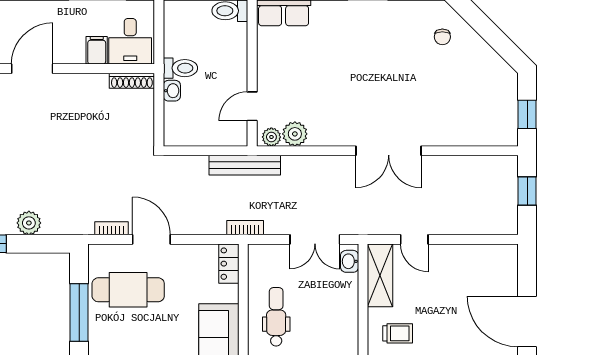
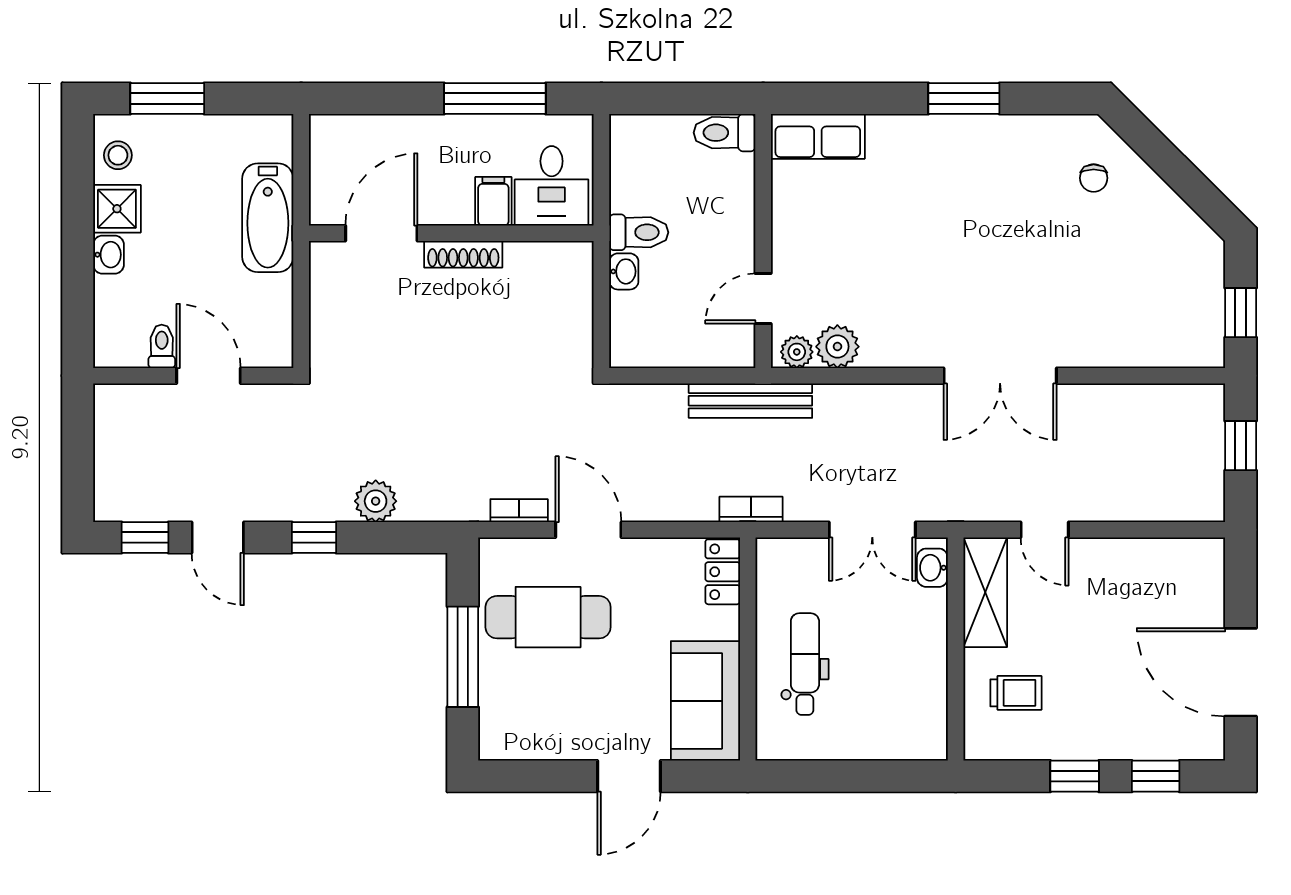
shoe rack: (132, 81) -> (463, 254), moved

